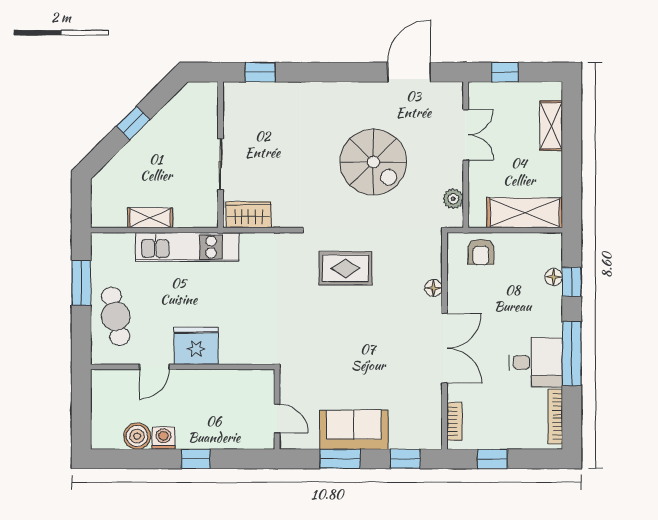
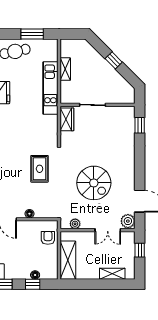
plant: (448, 95) -> (128, 221), added
spiral stairs: (373, 162) -> (94, 183), turned -90
armchair: (481, 252) -> (48, 238), turned 90

